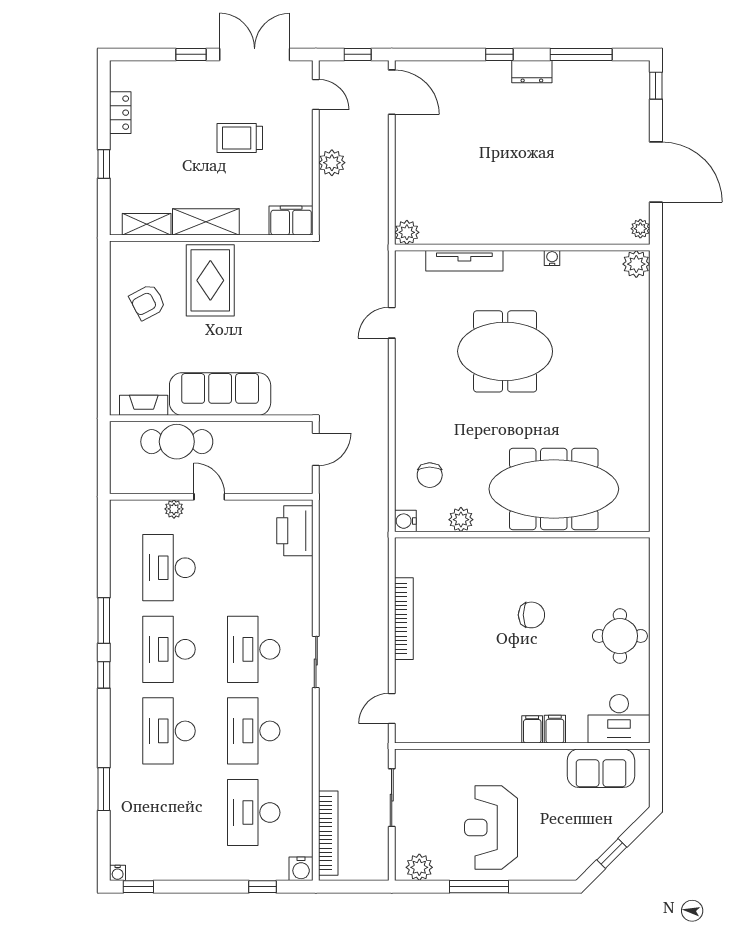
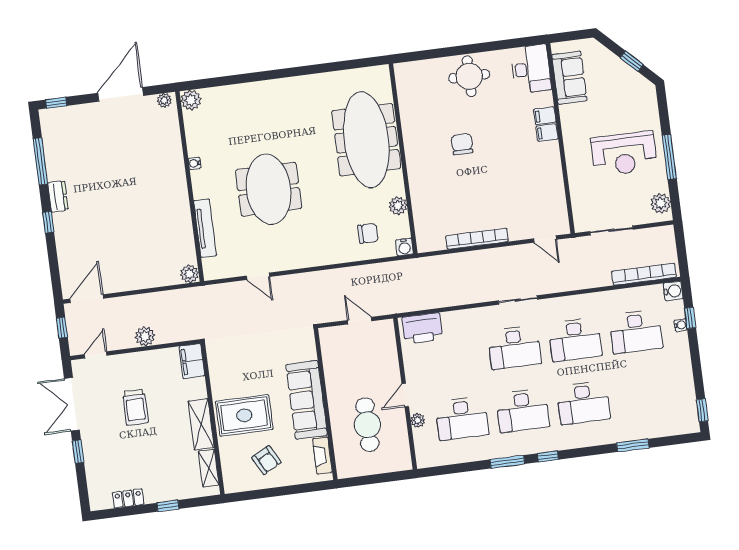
sofa: (220, 394) -> (307, 400), moved
fireplace: (144, 405) -> (322, 456), moved
wall: (211, 418) -> (326, 404), moved
water cooler: (118, 873) -> (681, 325), moved

